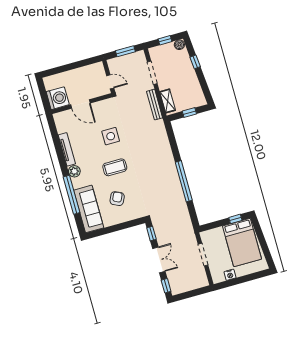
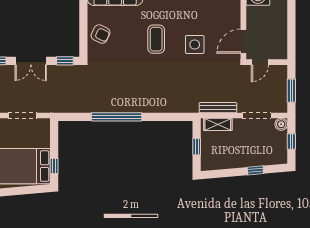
boiler: (179, 45) -> (281, 124), moved
door: (80, 104) -> (243, 41), moved
armchair: (117, 199) -> (101, 34), moved

